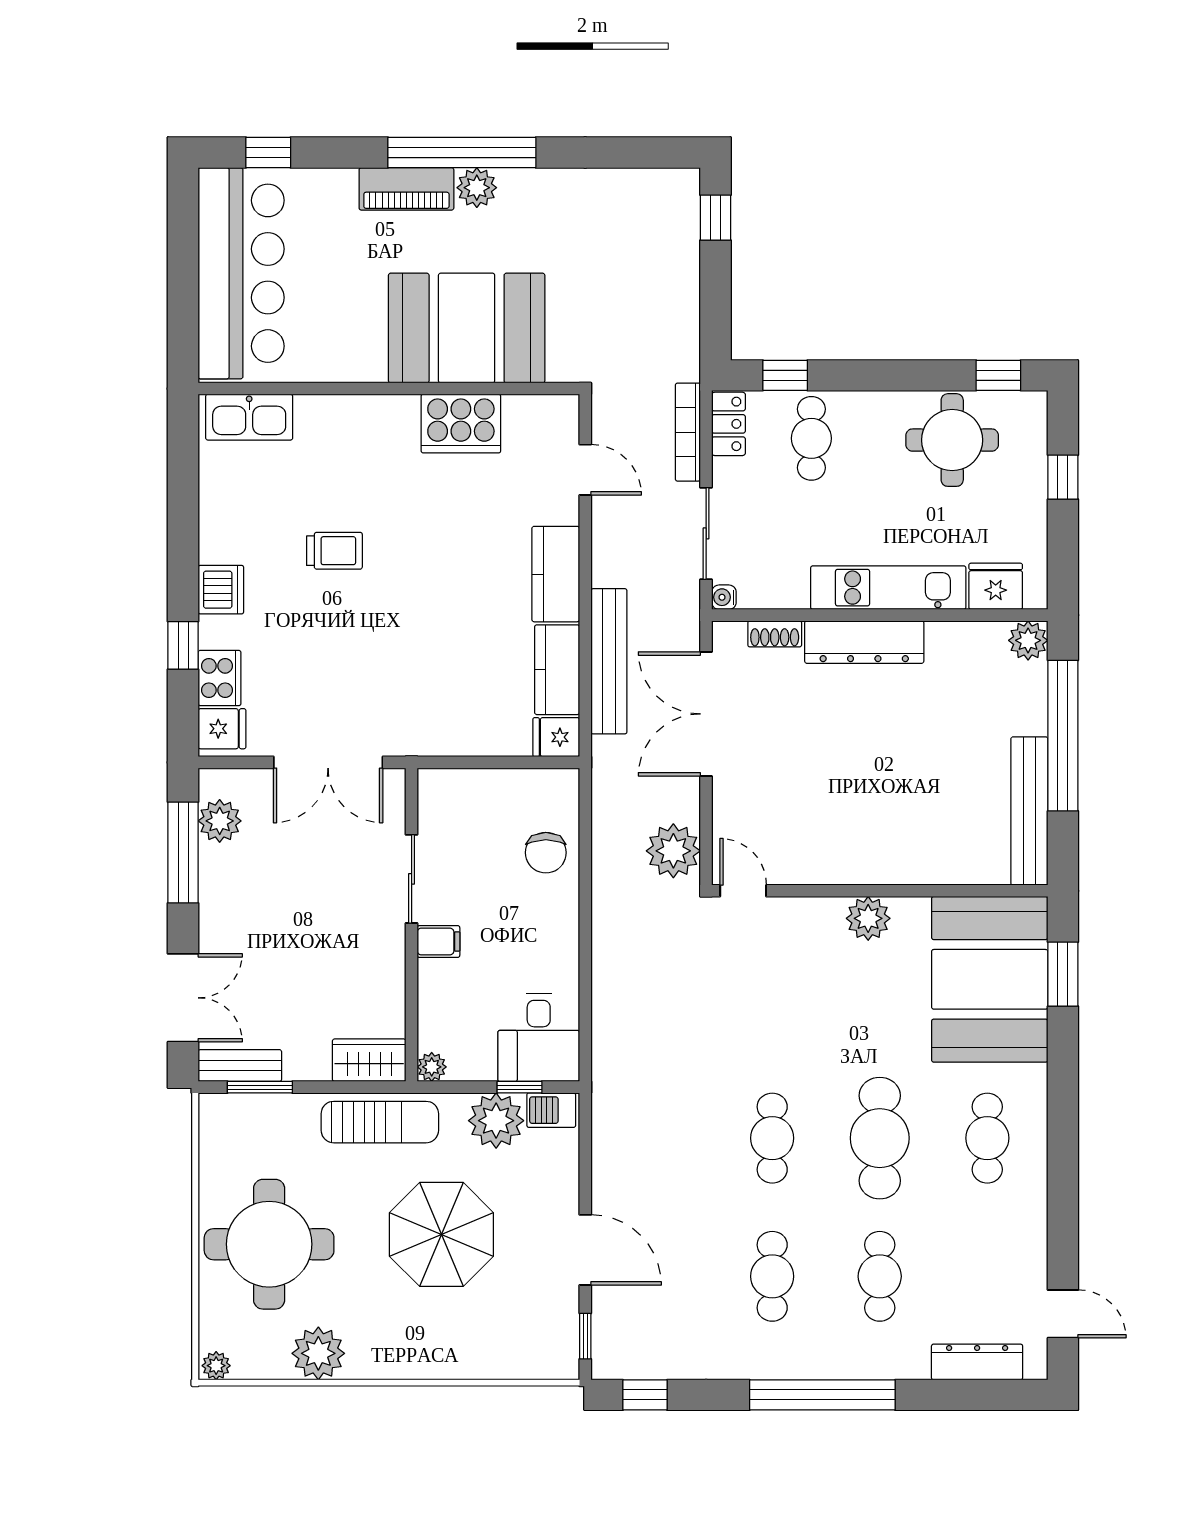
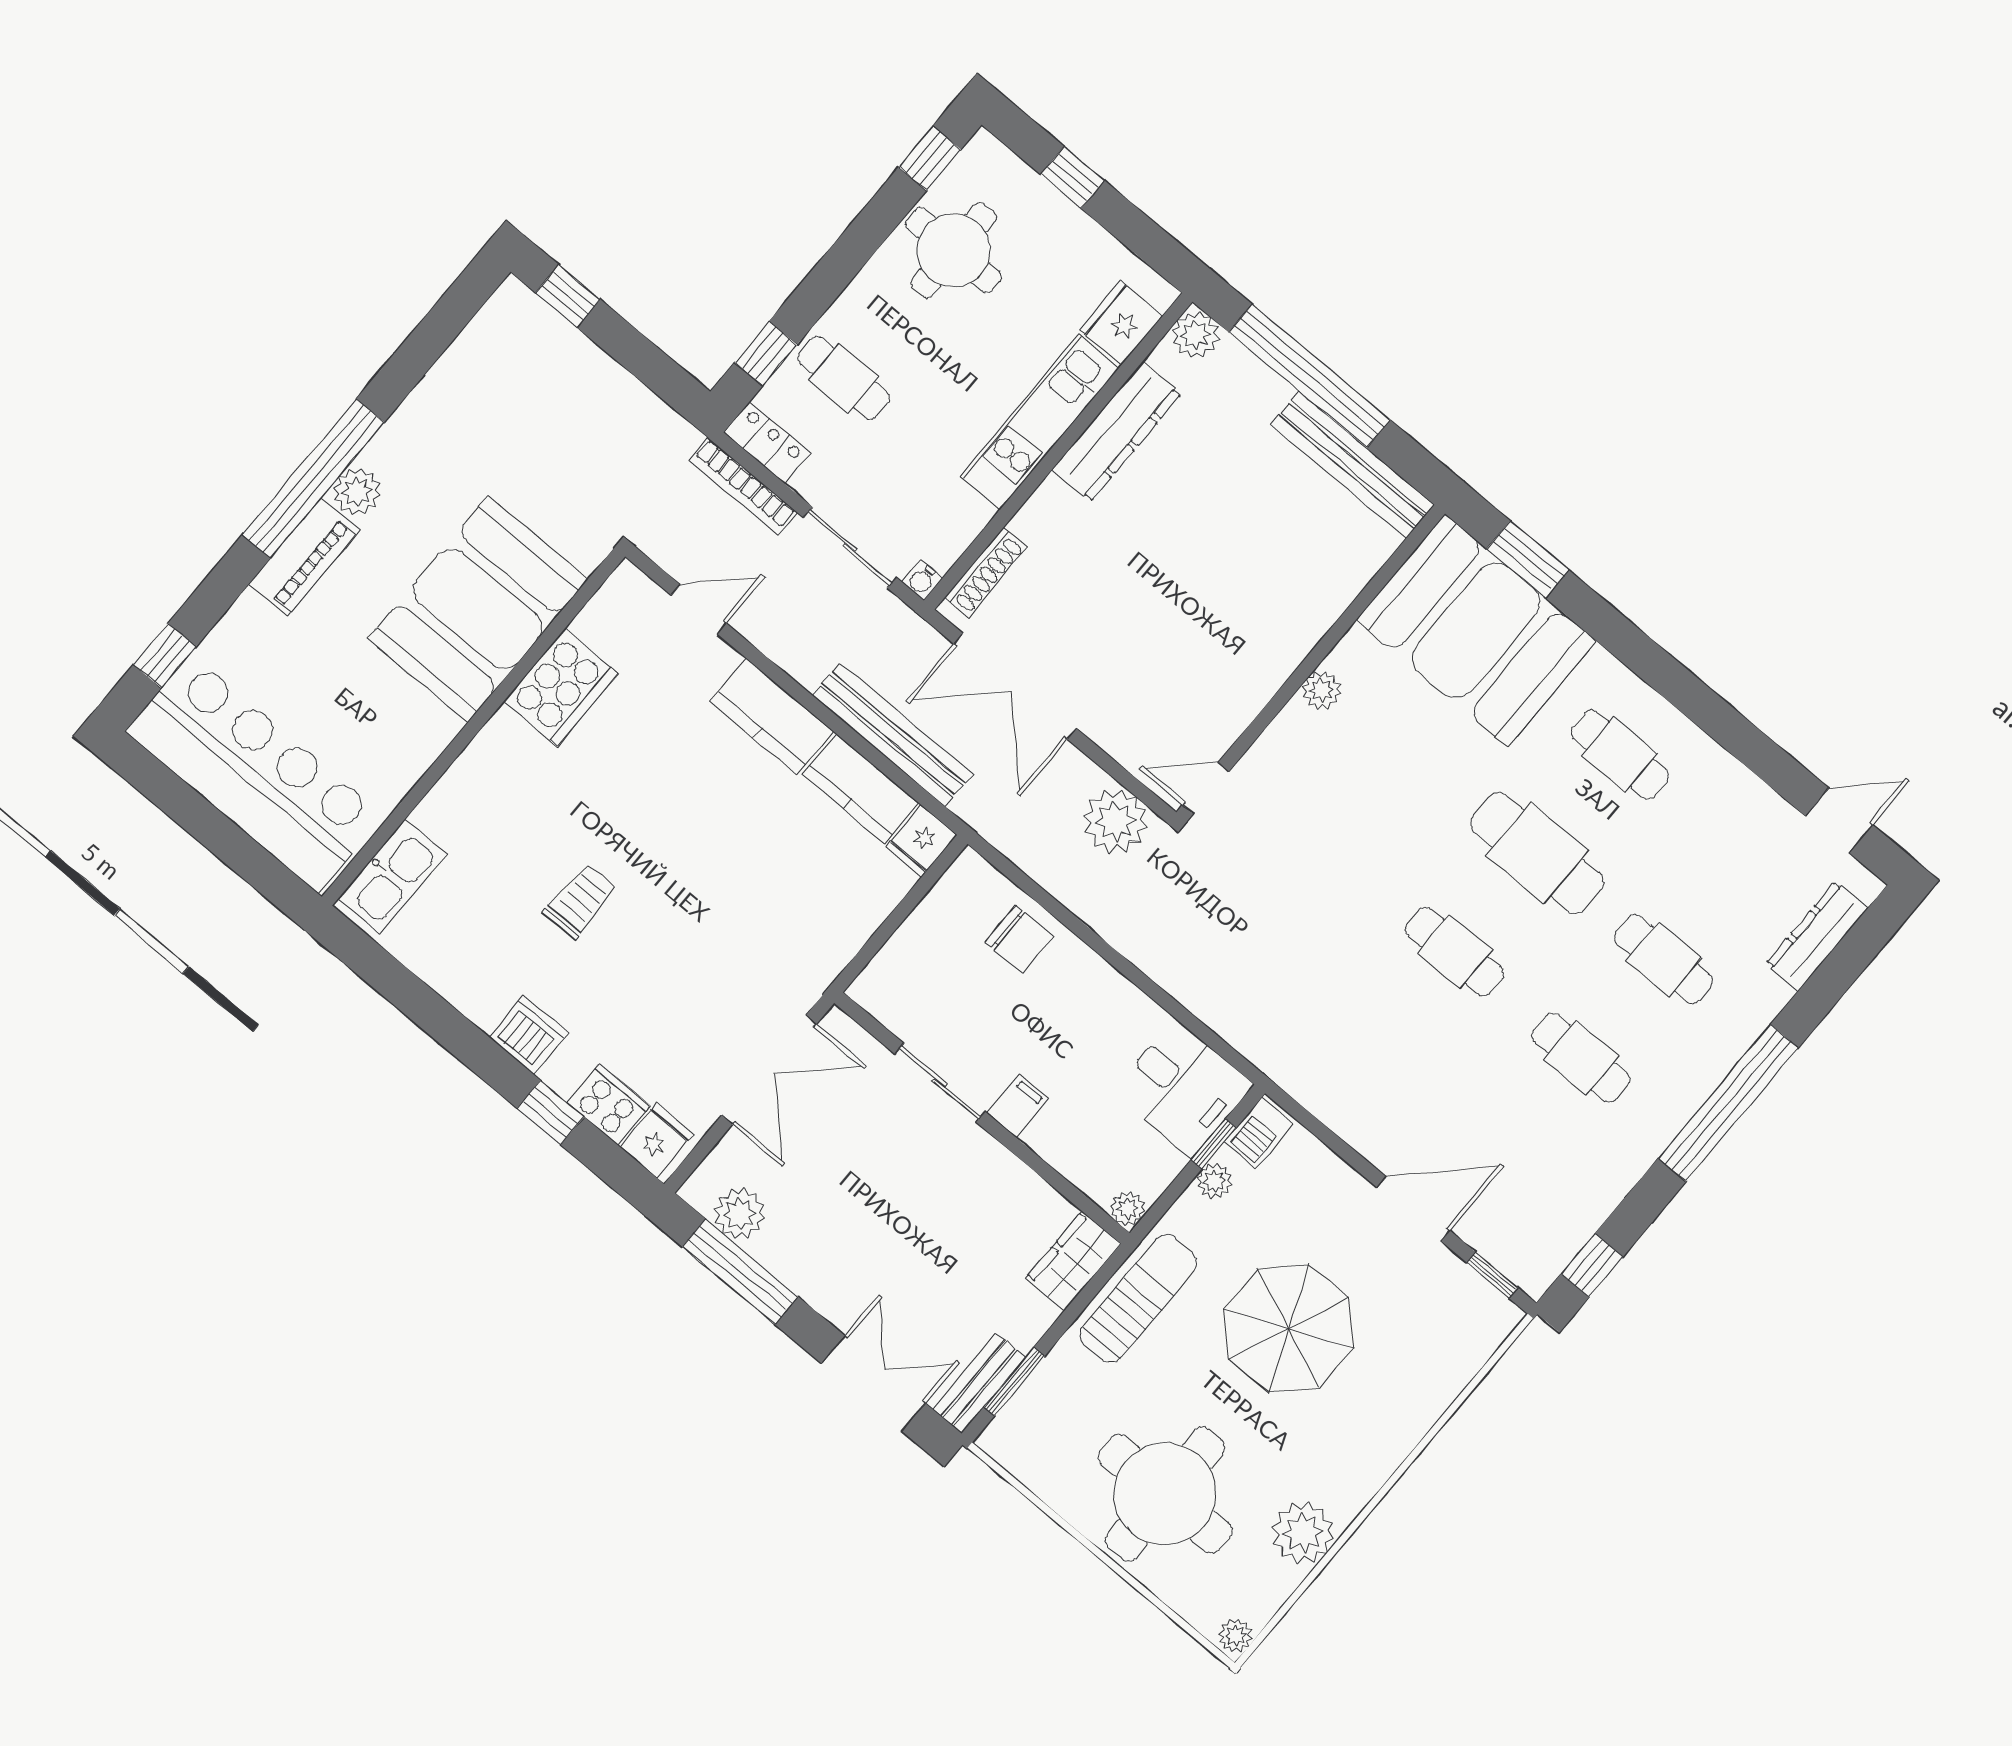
shoe rack: (775, 634) -> (986, 572), width x1.43
dresser: (864, 642) -> (1117, 432), moved
plant: (868, 918) -> (1322, 690), width x0.73, depth x0.73
plant: (496, 1121) -> (1214, 1181), width x0.53, depth x0.53

